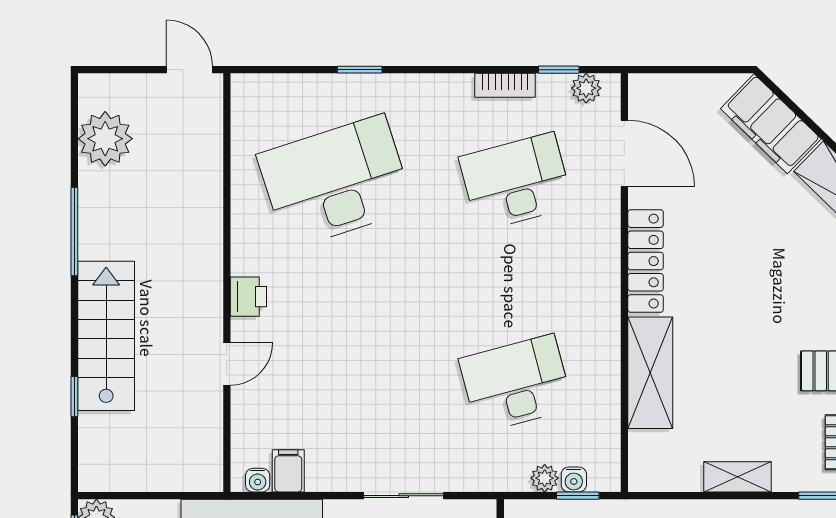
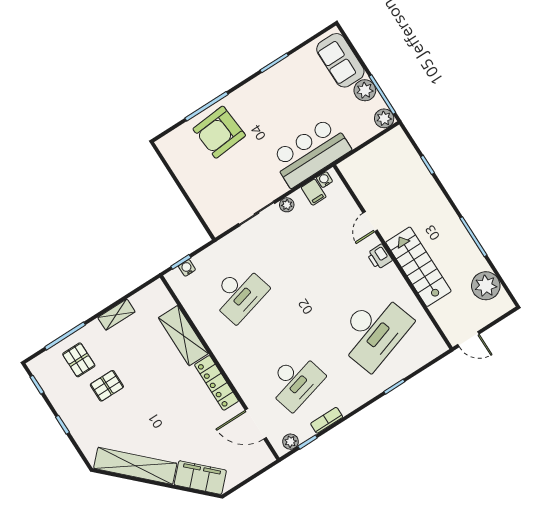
stairs: (106, 336) -> (418, 267), moved, turned 180
plant: (545, 478) -> (287, 205), moved

